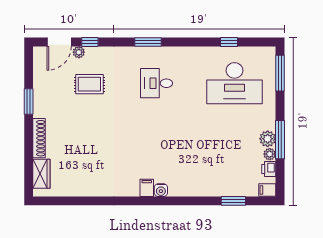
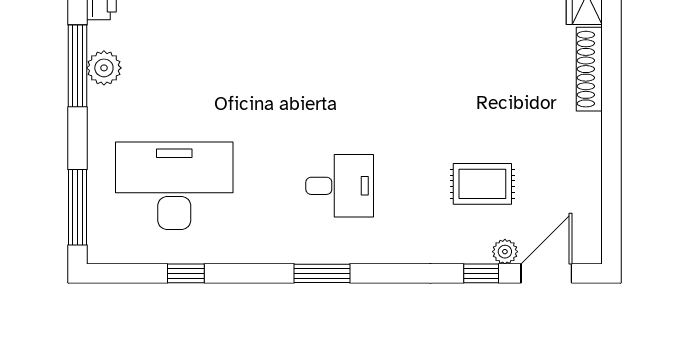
window: (148, 42) -> (322, 273), moved
window: (29, 101) -> (611, 147), removed
plant: (270, 154) -> (100, 35), removed

